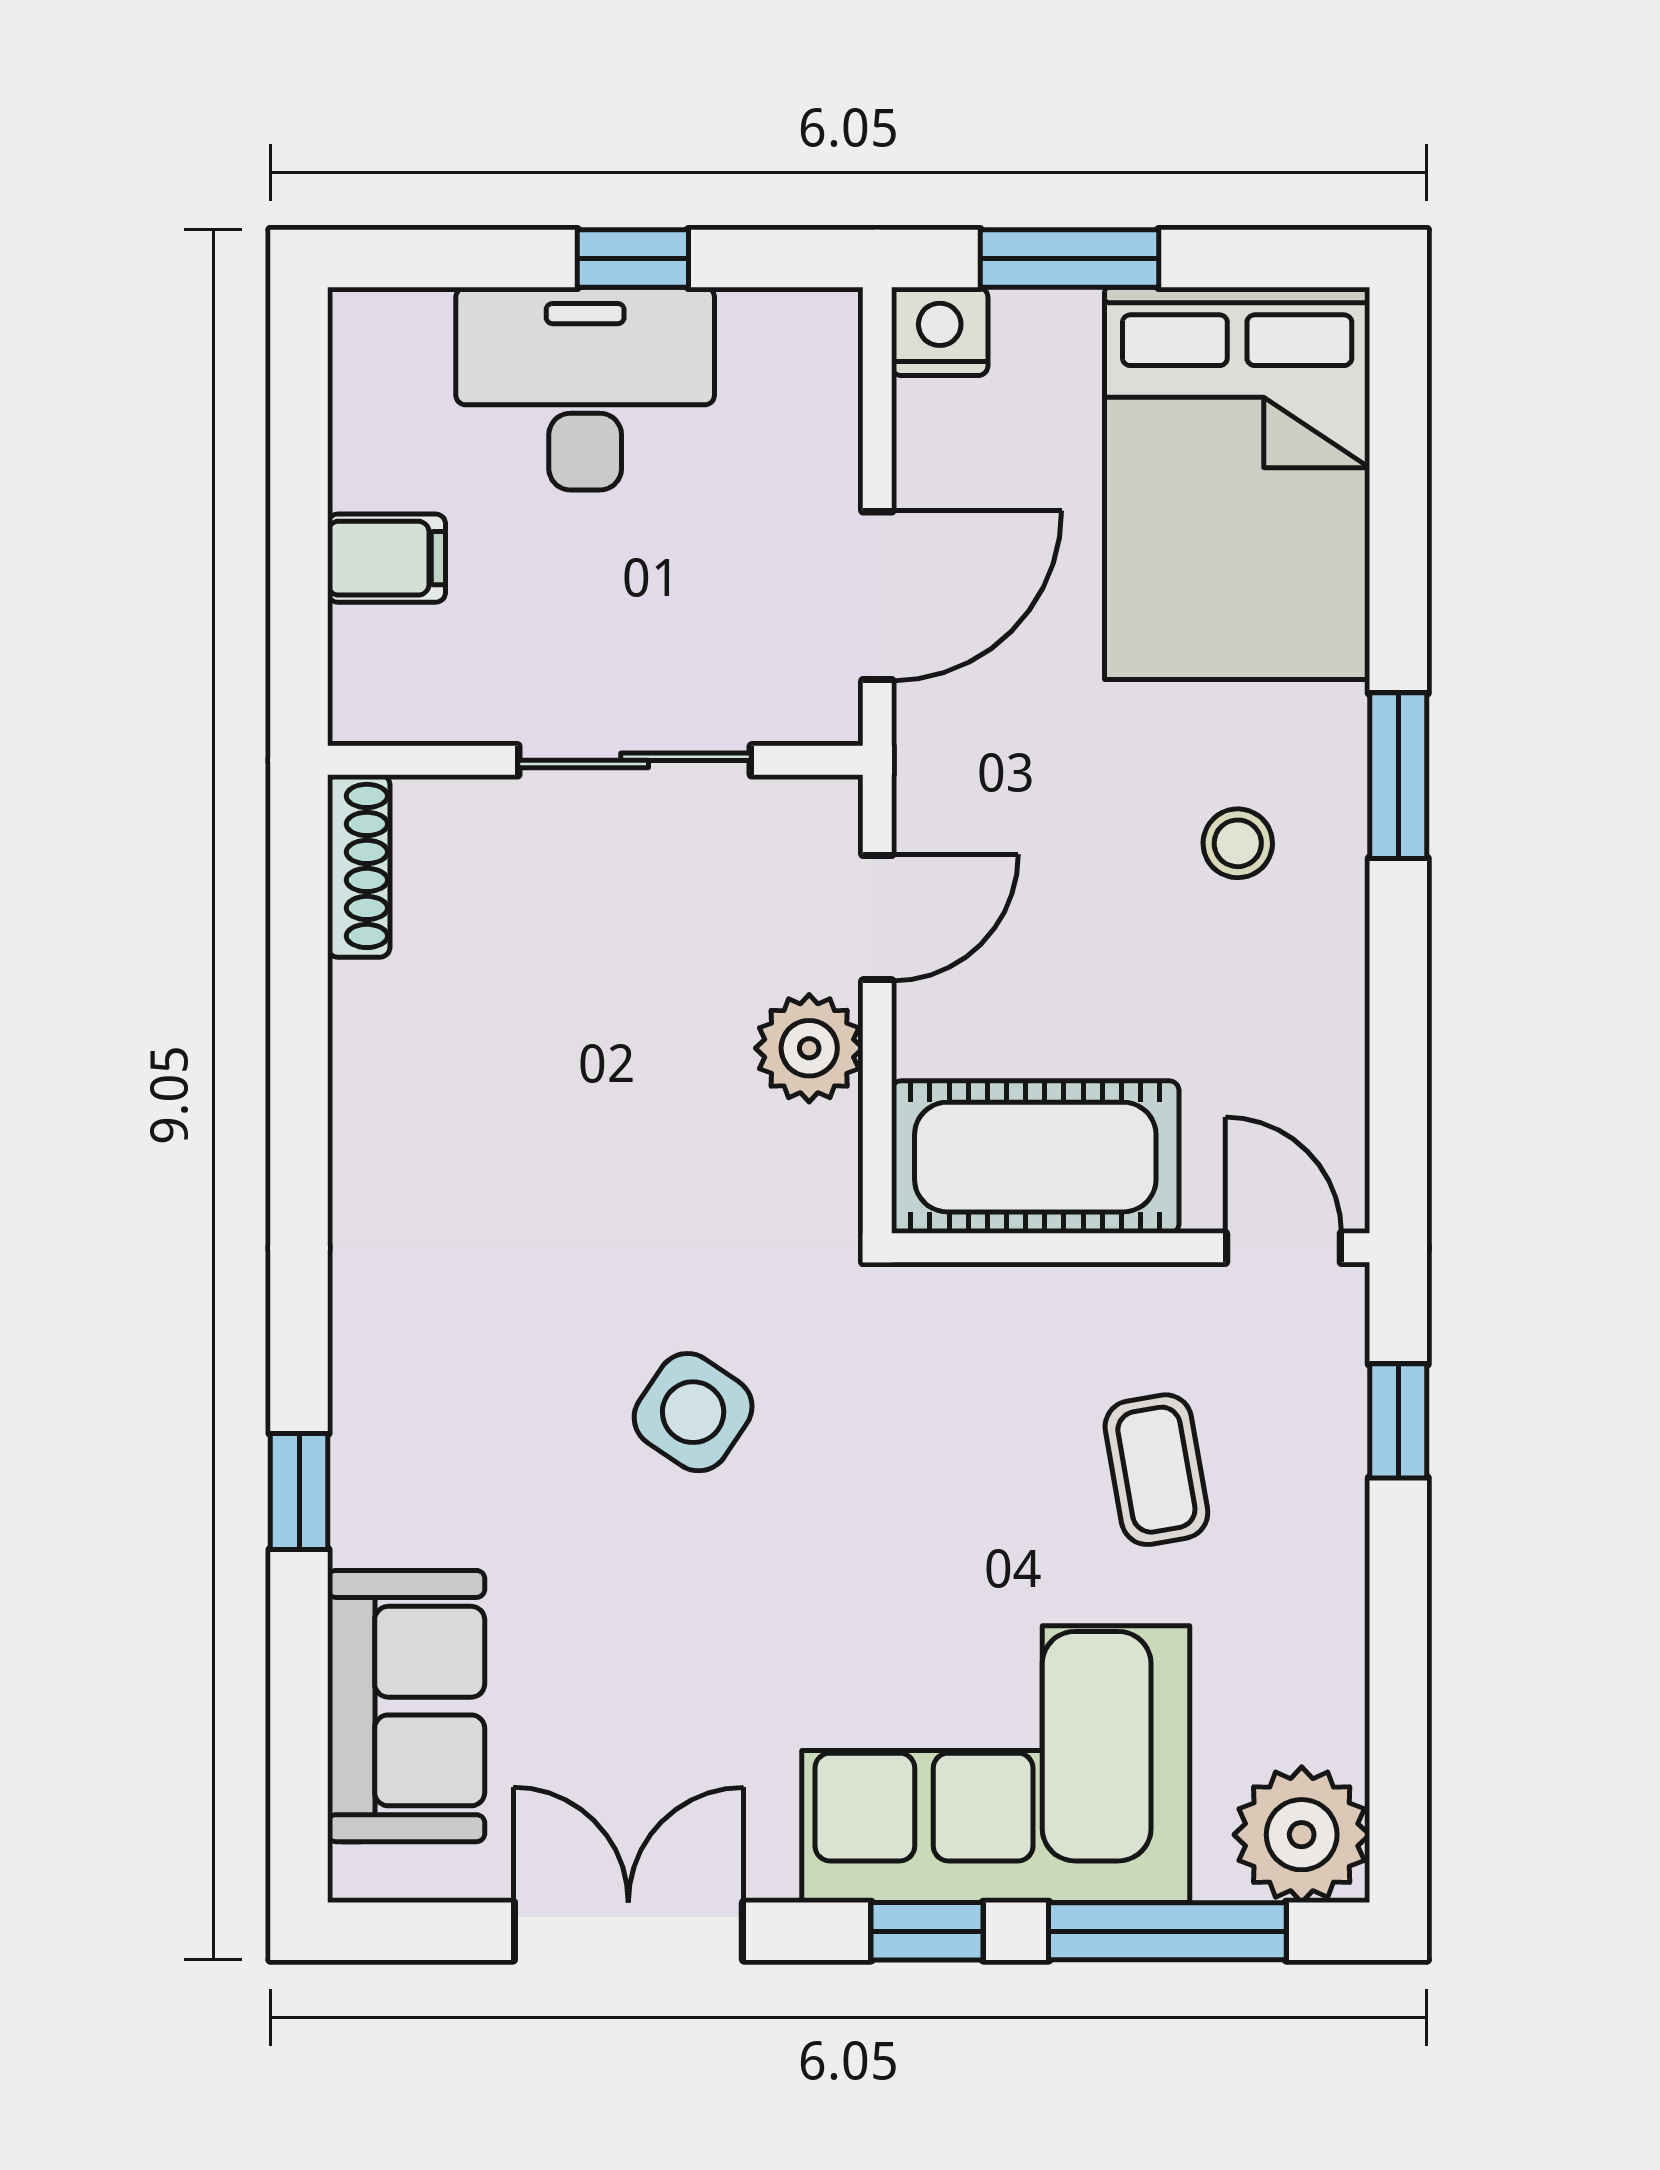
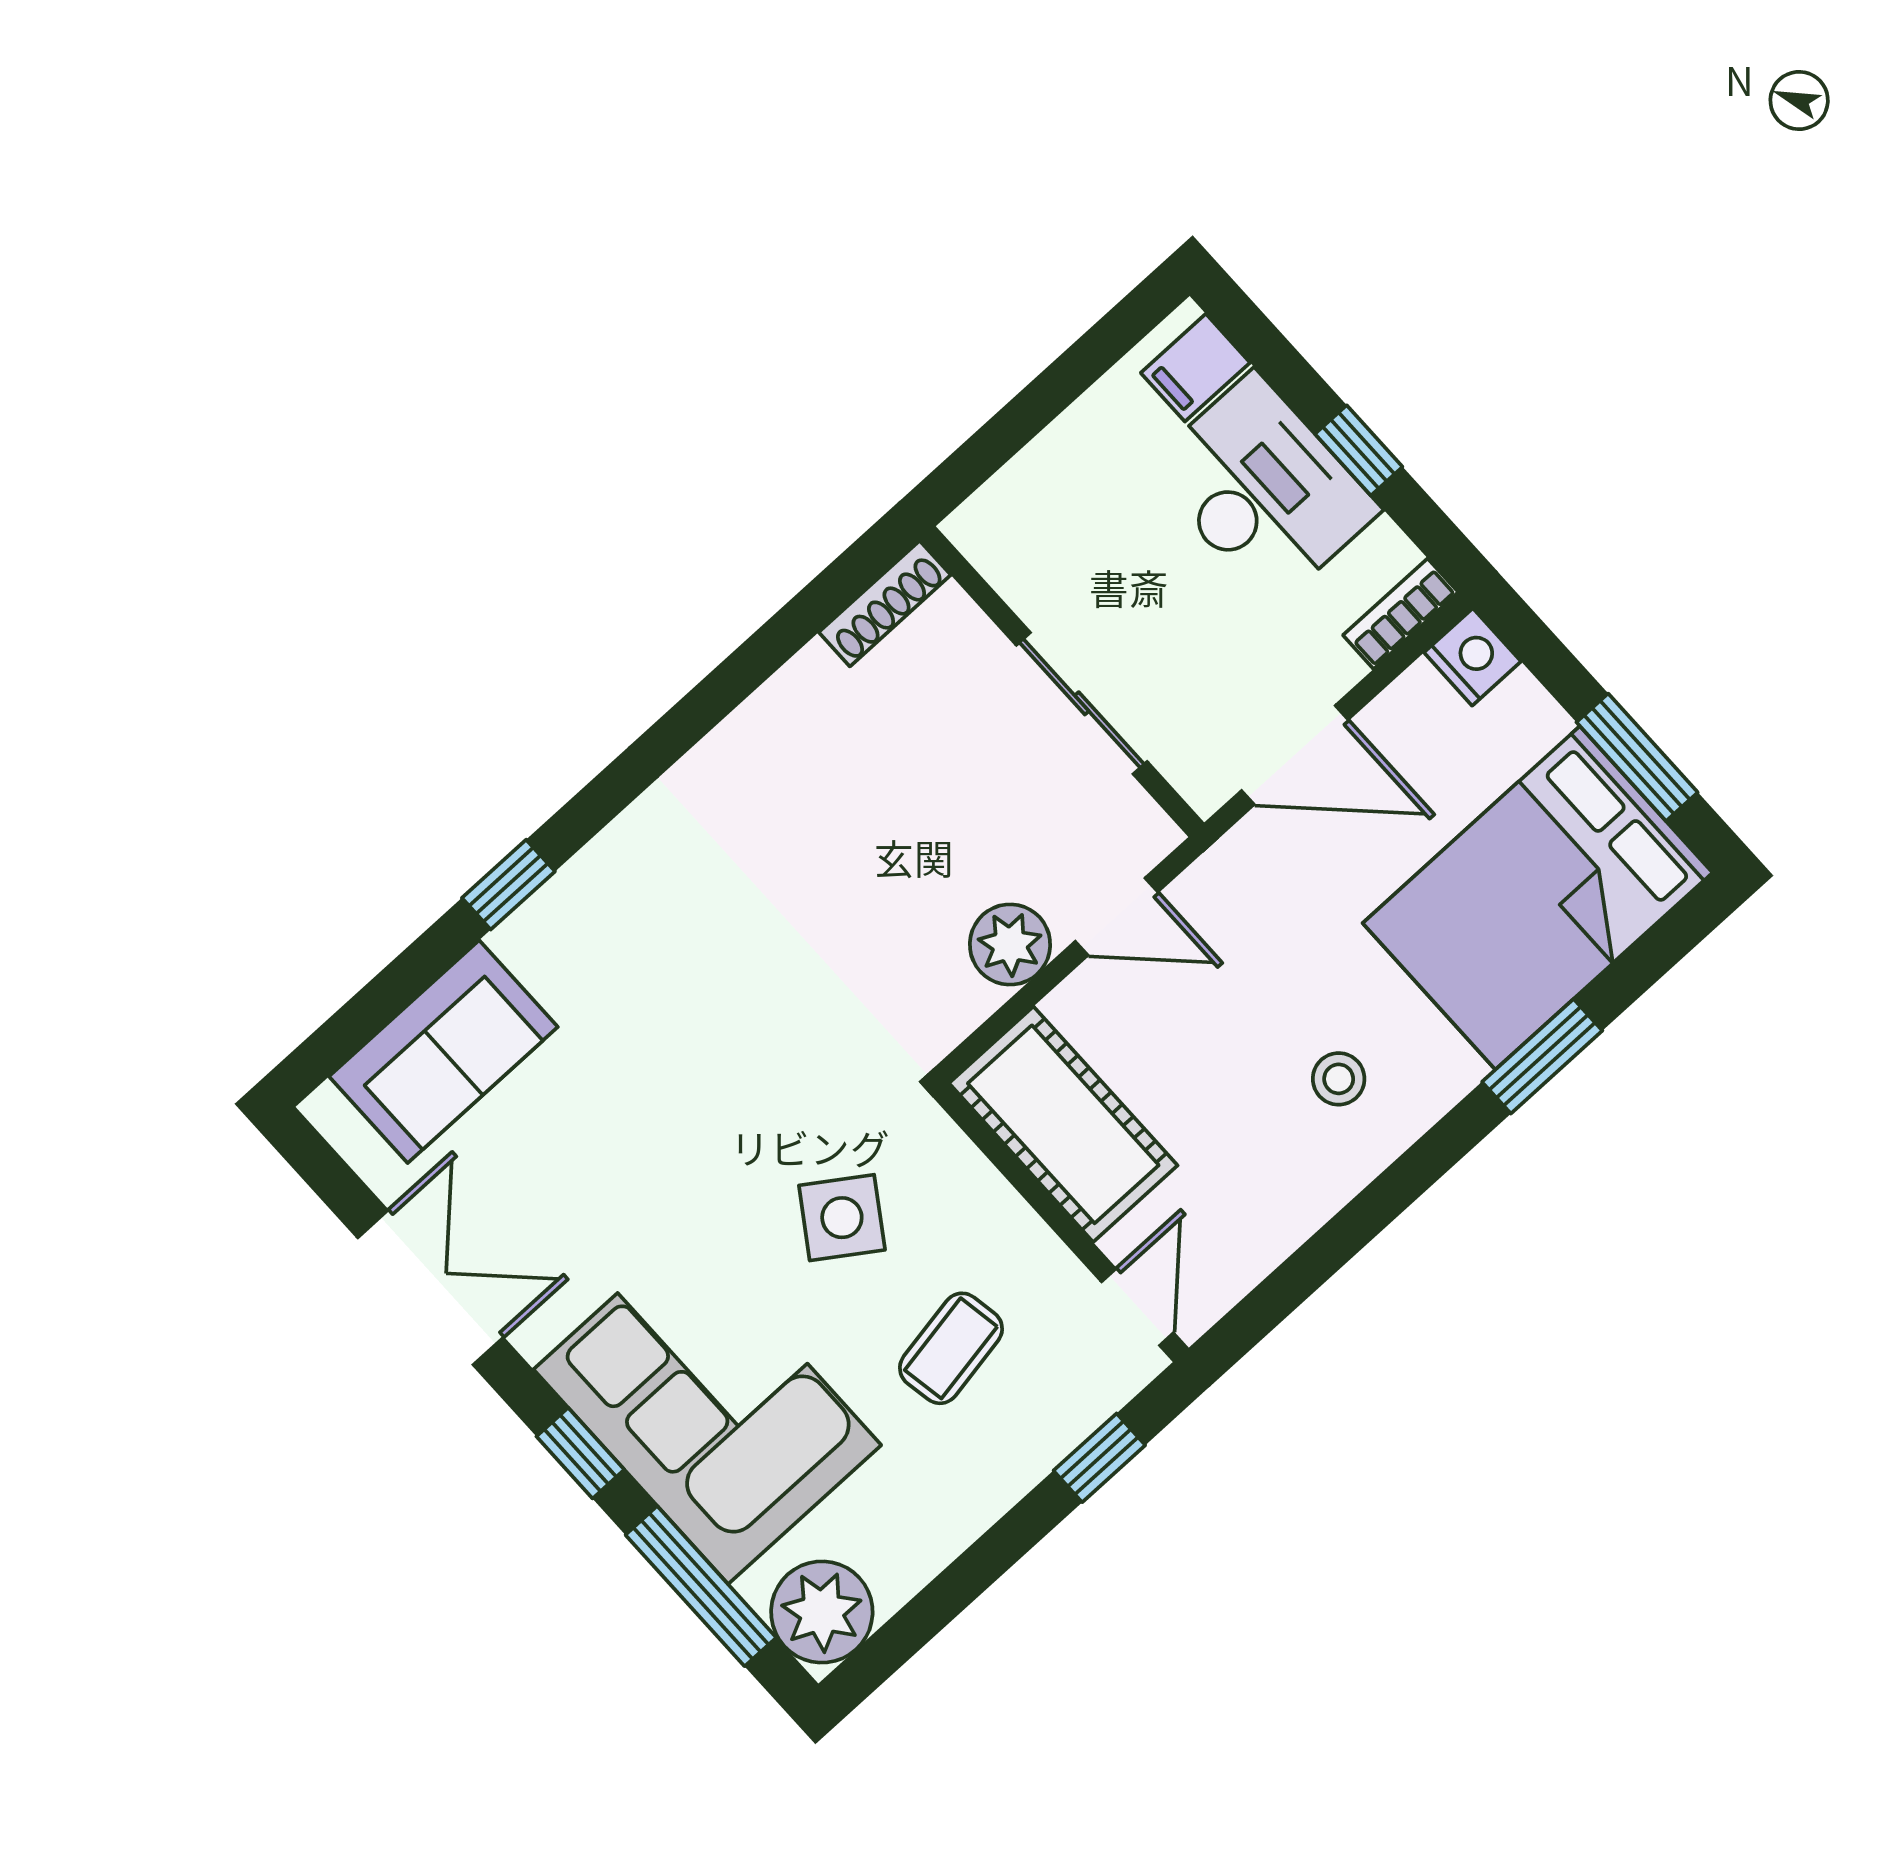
window: (1069, 259) -> (1637, 757), moved
bookcase: (832, 364) -> (1401, 614), added
filing cabinet: (387, 558) -> (1195, 368), moved, turned 90
window: (1398, 776) -> (1542, 1056), moved
side table: (693, 1412) -> (842, 1218), moved

